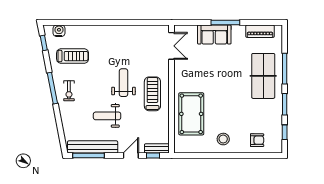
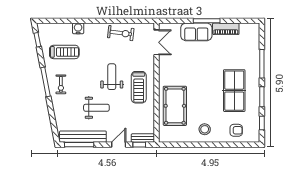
water cooler: (59, 31) -> (78, 28), moved
piano: (260, 31) -> (226, 29), moved
exercise bike: (133, 36) -> (121, 33), added
table tennis table: (263, 76) -> (234, 91), moved
treadmill: (152, 94) -> (139, 87), turned 180
weight bench: (107, 116) -> (96, 108), turned 180

